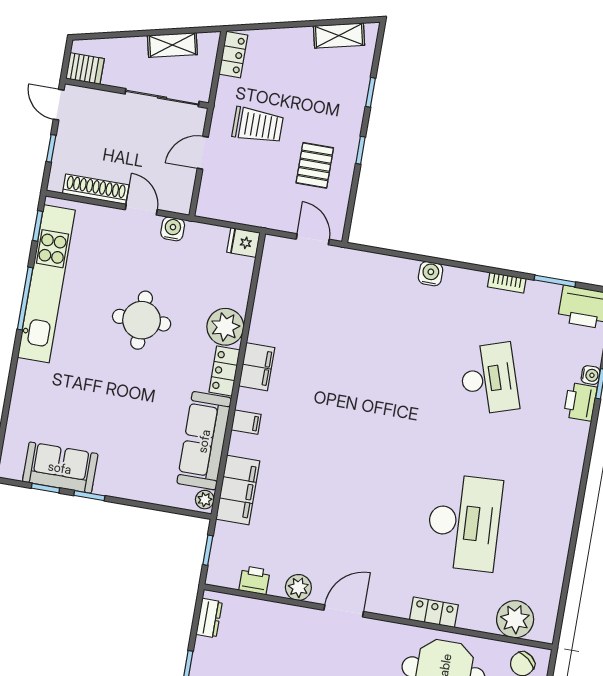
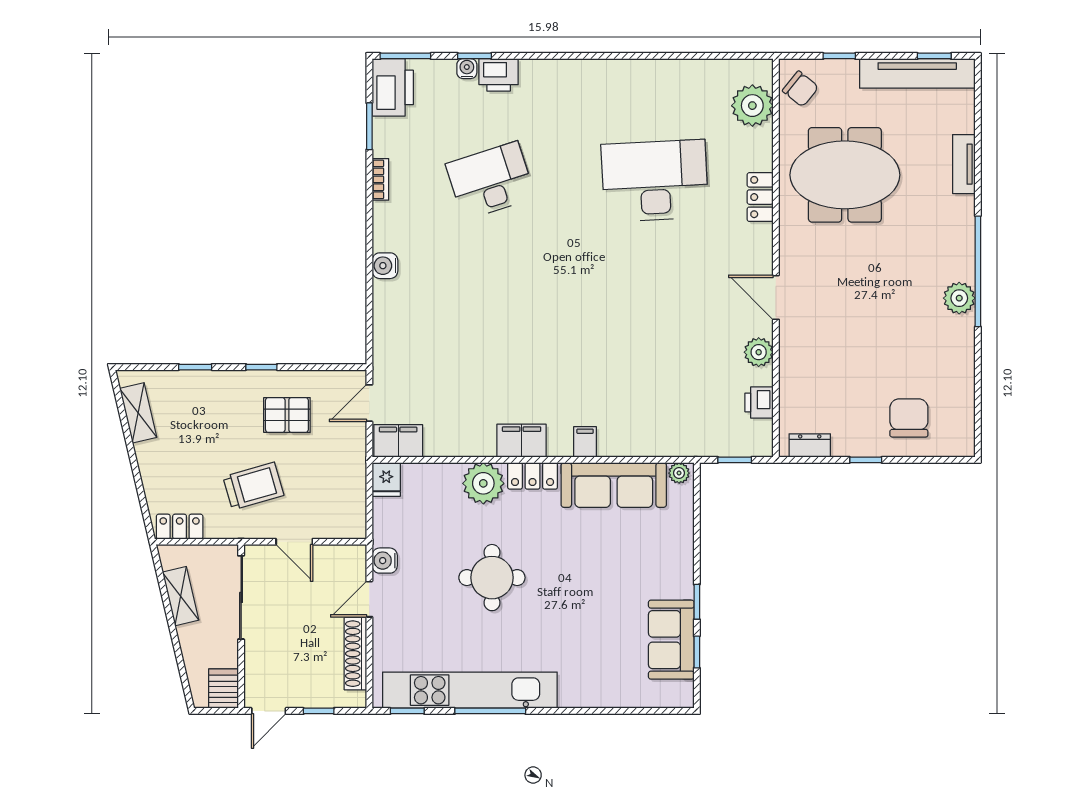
trolley: (258, 125) -> (253, 486), turned 74
filing cabinet: (238, 490) -> (398, 441), moved, width x0.67, depth x0.86

